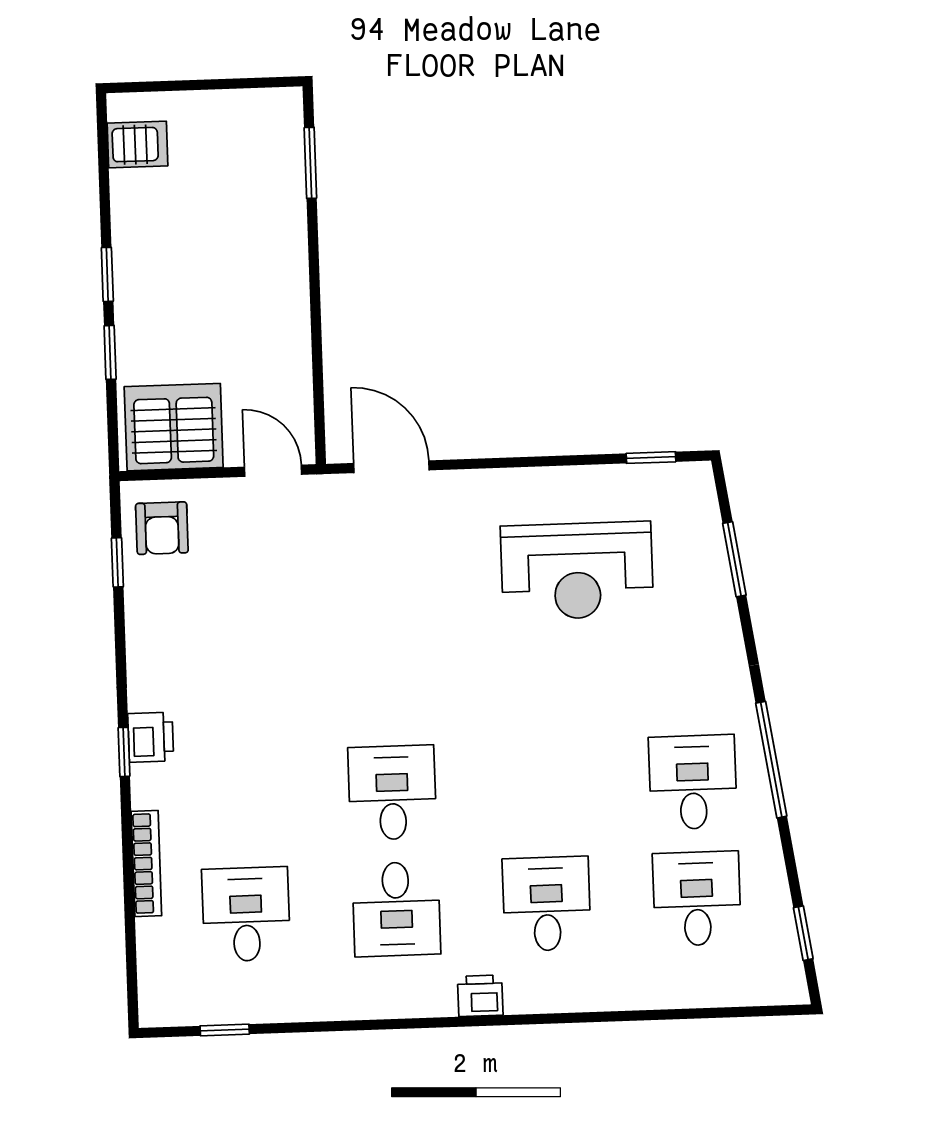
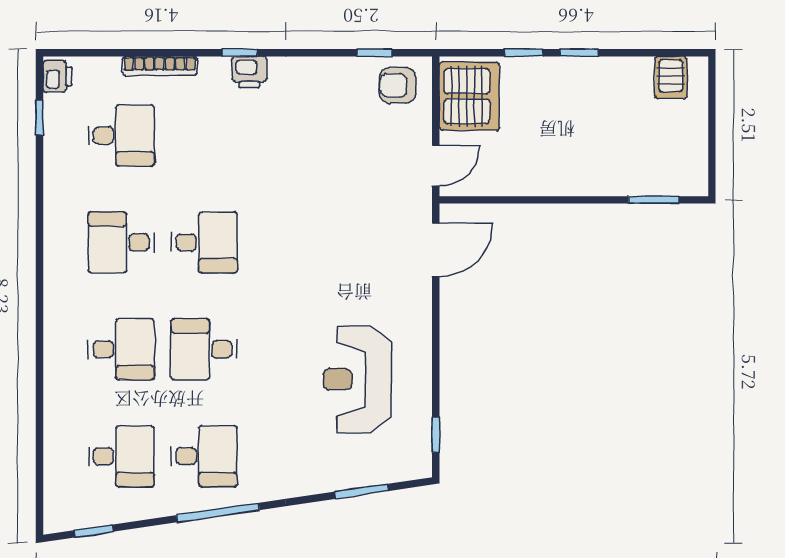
desk: (543, 787) -> (204, 349), added
printer: (480, 996) -> (58, 76), moved

